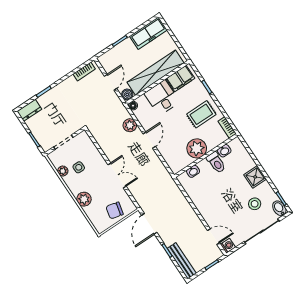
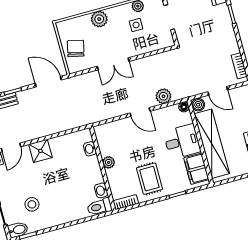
plant: (197, 148) -> (109, 162), width x0.53, depth x0.53
toilet: (216, 162) -> (99, 207), moved
shower: (255, 177) -> (40, 151), moved

